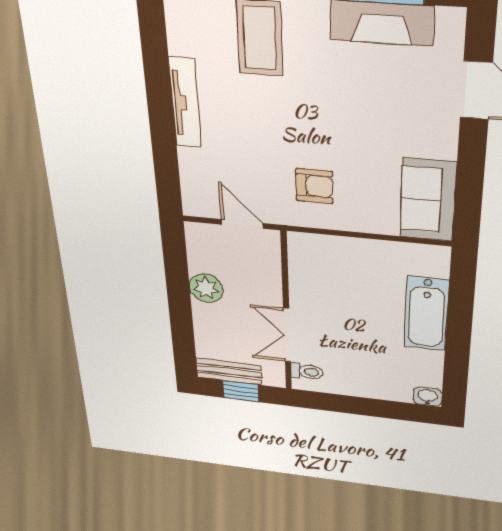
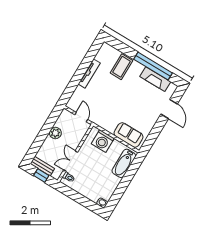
armchair: (314, 186) -> (110, 115), removed
sofa: (428, 200) -> (128, 135), moved, turned 90
washing machine: (336, 258) -> (103, 141), added
bathtub: (426, 314) -> (124, 163), moved

